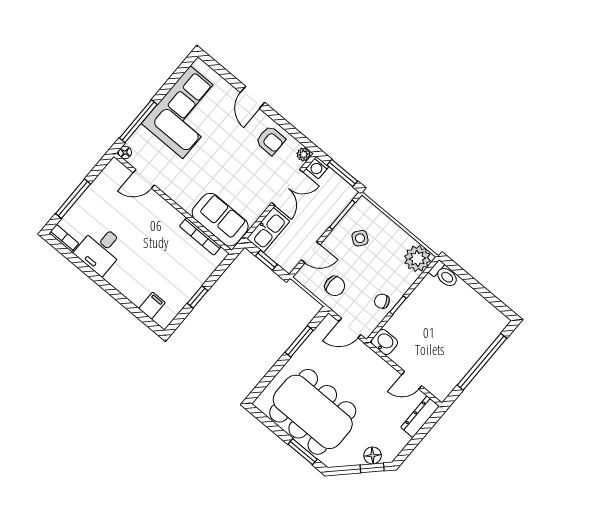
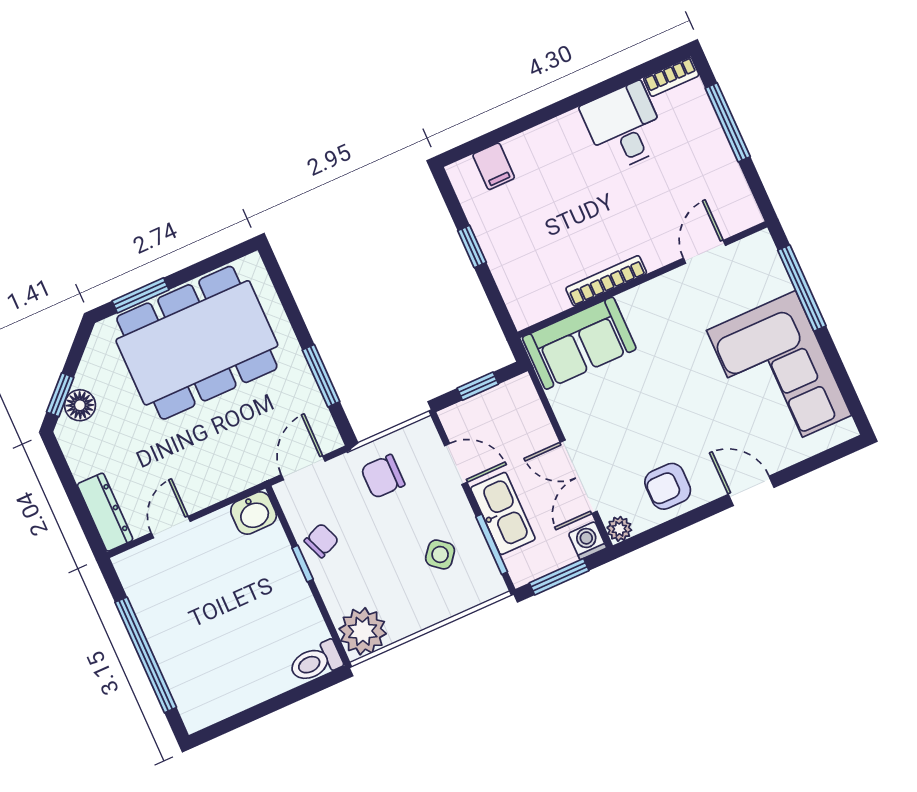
floor lamp: (125, 152) -> (762, 242), removed
kitchen sink: (268, 230) -> (503, 513), moved, turned 180
bookcase: (200, 236) -> (606, 281), moved
door: (311, 252) -> (456, 464), swing flipped

